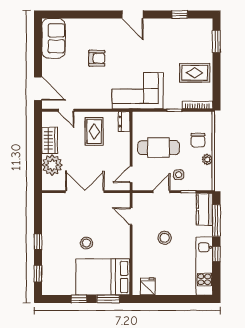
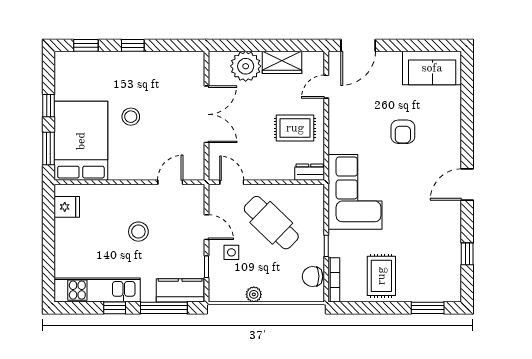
chair: (198, 140) -> (313, 276), moved
cafe table: (158, 148) -> (271, 223), turned -46

